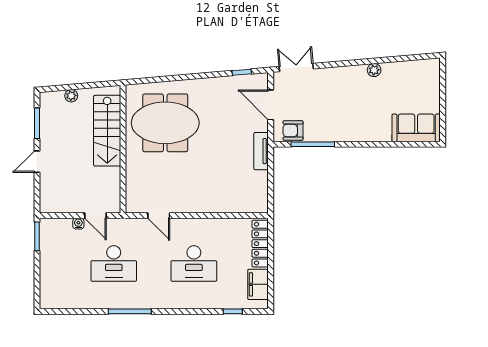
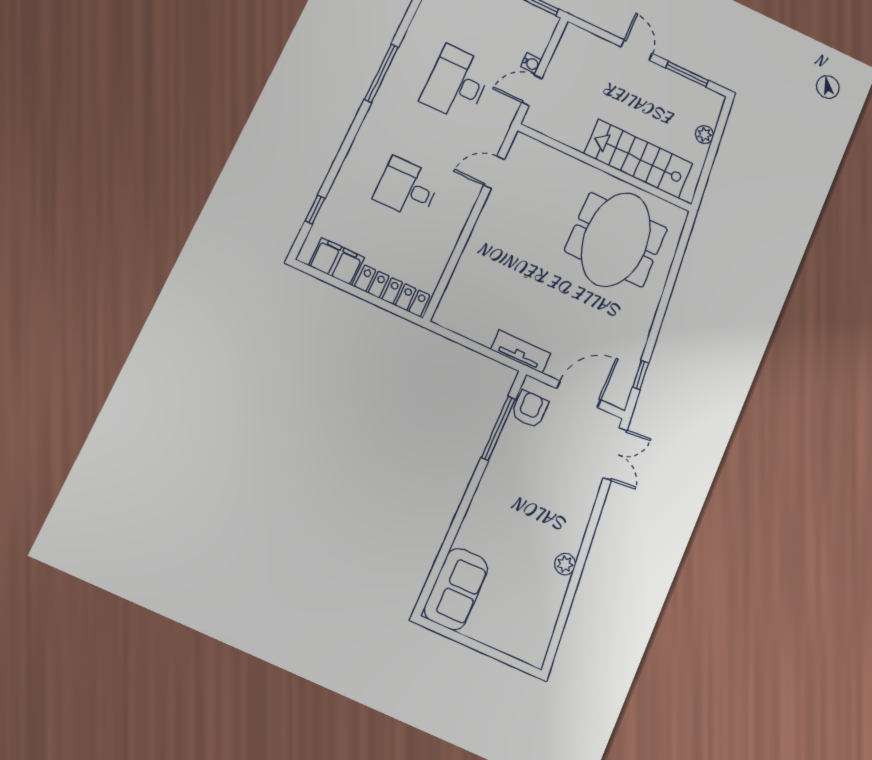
desk: (194, 264) -> (407, 188), width x0.73

